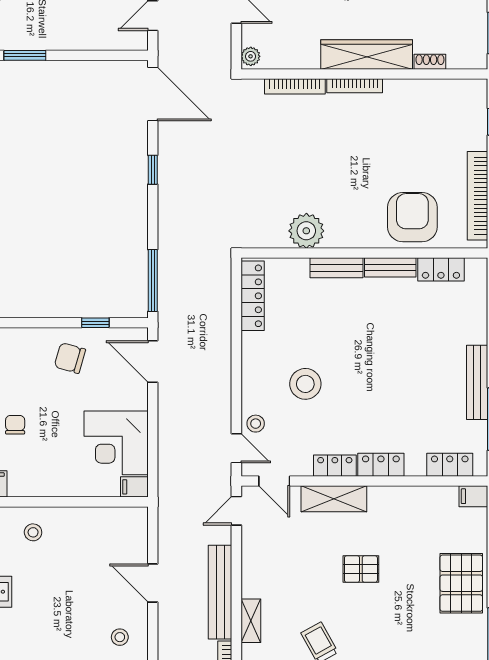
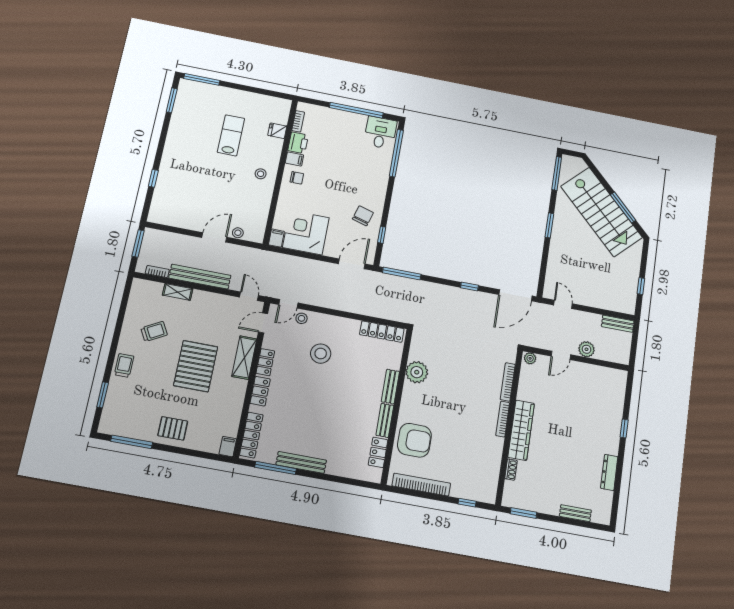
chair: (15, 425) -> (297, 178), moved
locker: (450, 465) -> (251, 435), width x1.53
pallet: (361, 569) -> (196, 366), width x2.05, depth x2.00
pallet: (461, 583) -> (173, 428), width x0.67, depth x0.71
stool: (120, 637) -> (238, 233), moved

